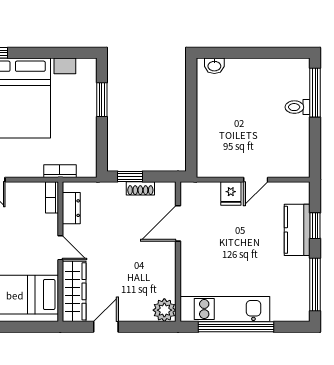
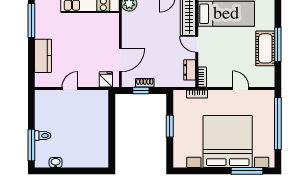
washbasin: (214, 66) -> (56, 162), moved
window: (102, 100) -> (170, 126), moved
window: (130, 177) -> (141, 90), moved
fridge: (231, 194) -> (106, 79), moved
window: (315, 226) -> (31, 59), removed

